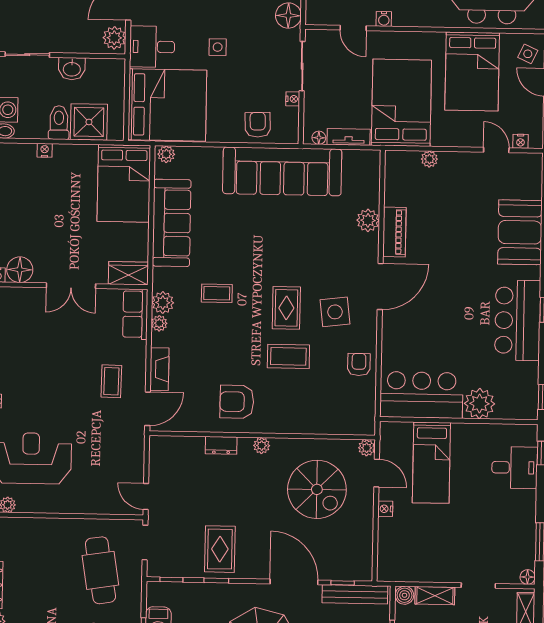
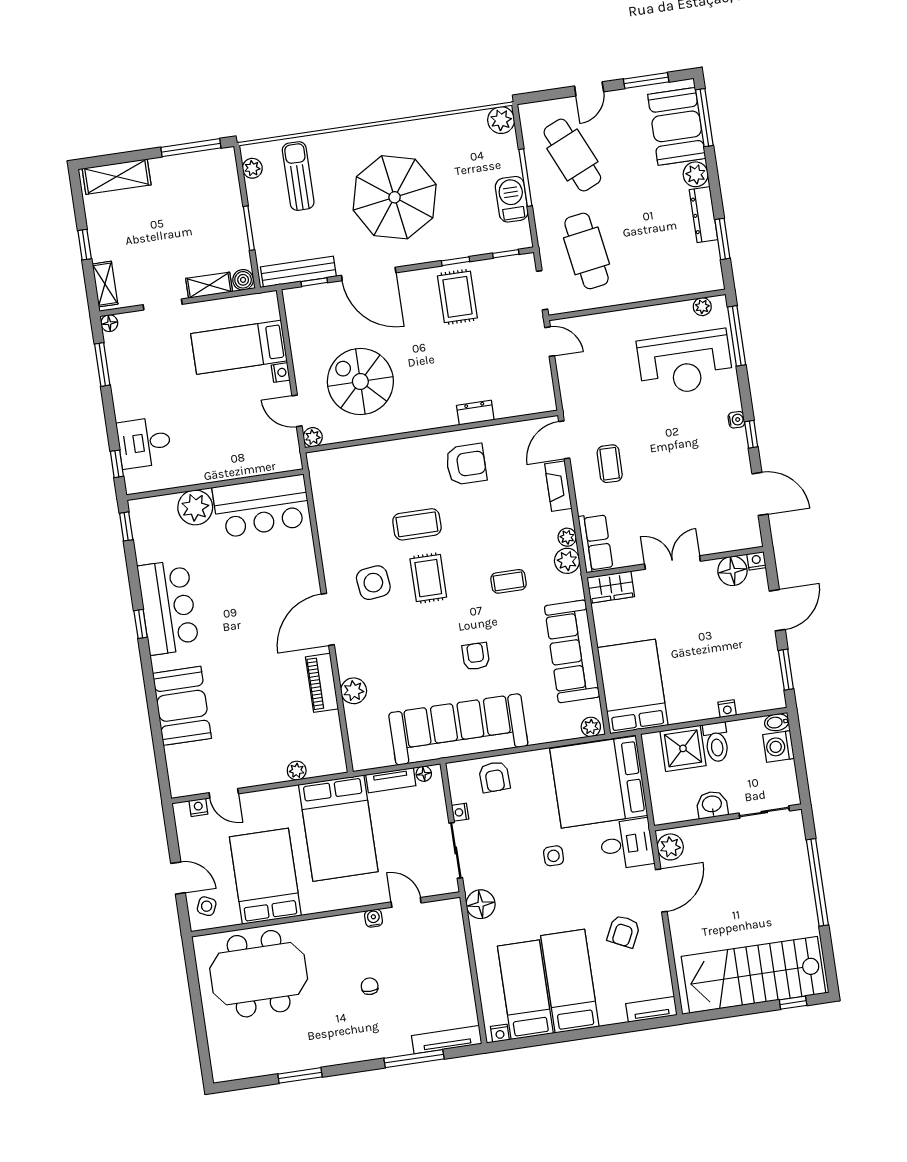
armchair: (359, 364) -> (476, 656), moved, turned 180
plant: (262, 446) -> (430, 420), removed
bed: (431, 463) -> (239, 347), moved, turned -90

